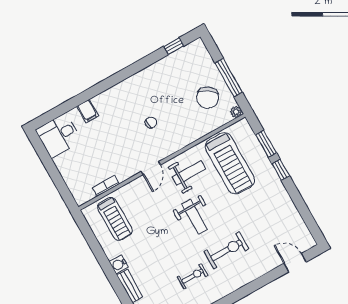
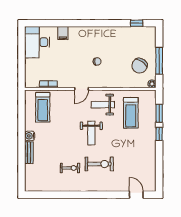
desk: (59, 135) -> (37, 42), width x1.37
treadmill: (230, 163) -> (131, 113), width x0.73, depth x0.73
weight bench: (189, 173) -> (103, 105), turned 180

